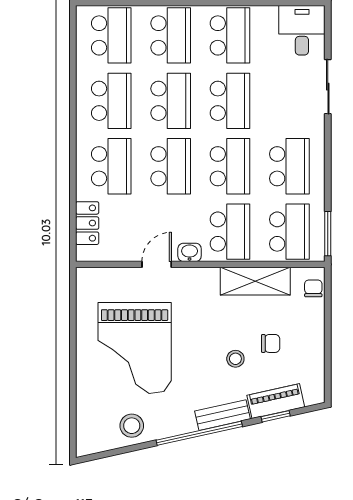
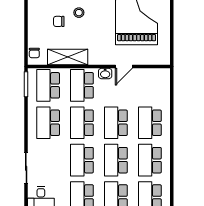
locker: (87, 223) -> (164, 90), removed

